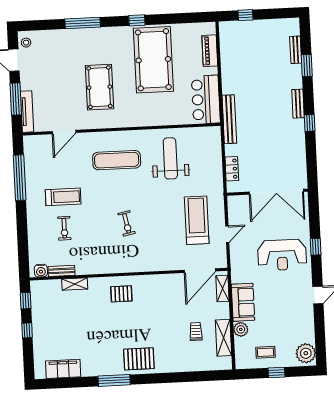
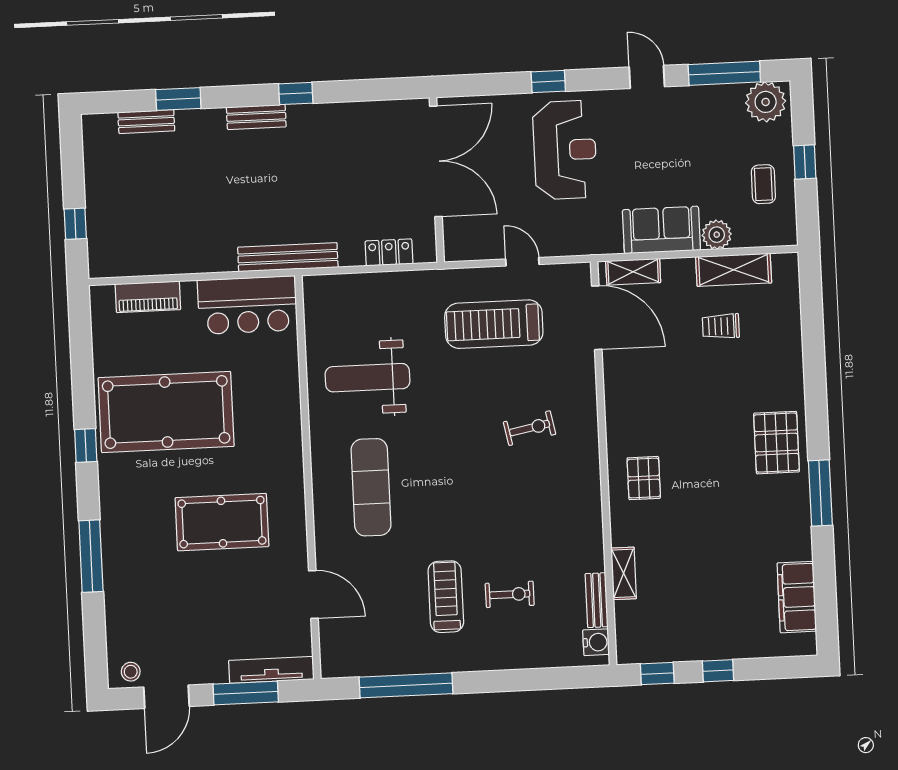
exercise bike: (127, 223) -> (530, 428), moved
window: (320, 333) -> (724, 73), added

